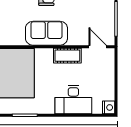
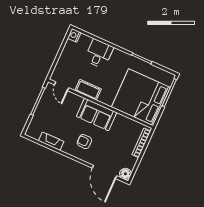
desk: (73, 100) -> (99, 54), width x0.73

